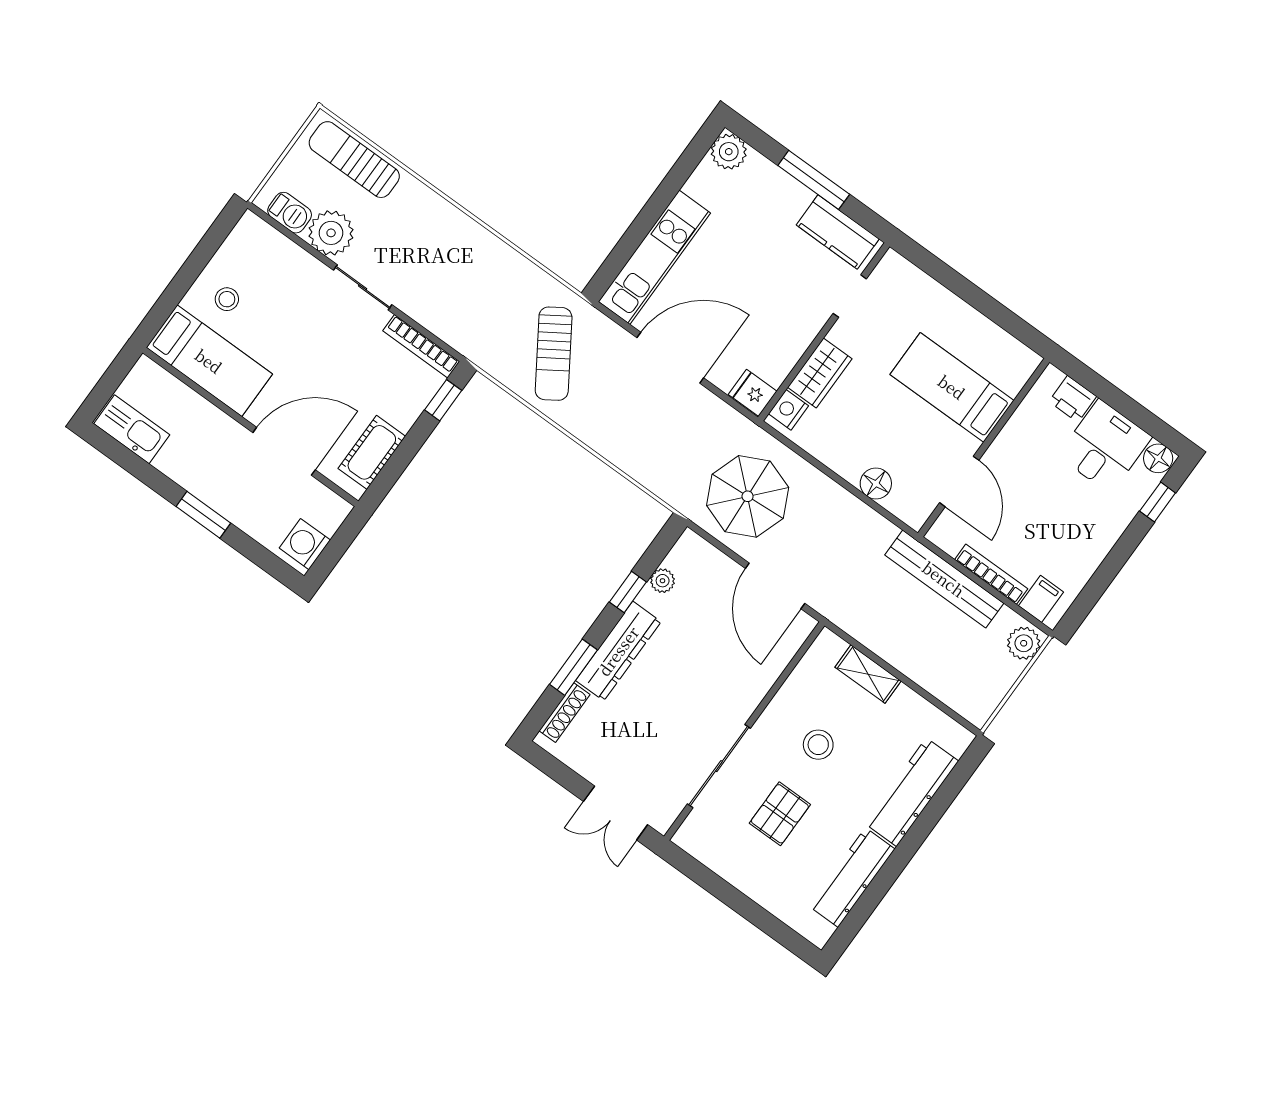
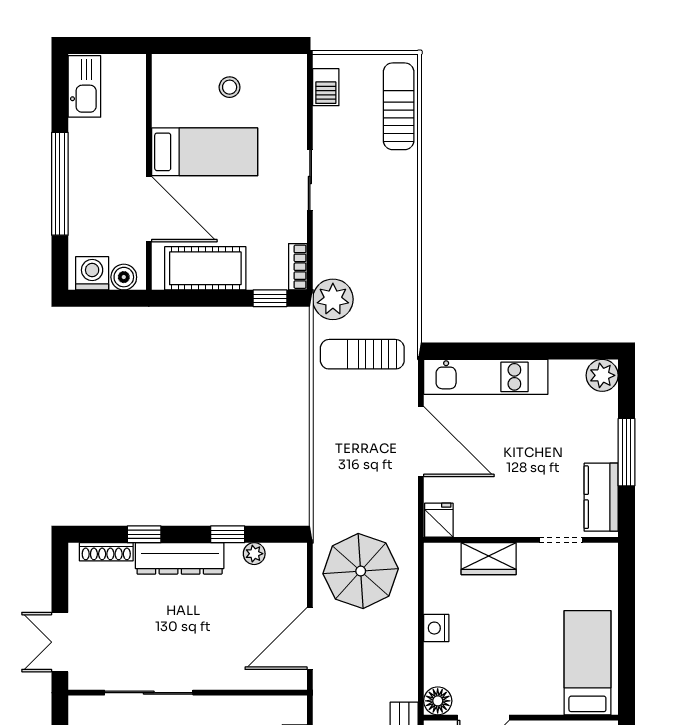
plant: (331, 233) -> (333, 299), moved
bookcase: (421, 346) -> (298, 267), width x0.64
sun lounger: (554, 354) -> (362, 354), turned 33
bed: (209, 361) -> (205, 152), moved, turned -90
bed: (952, 387) -> (587, 663), moved
nightstand: (788, 410) -> (436, 628), moved, turned -90
cot: (372, 452) -> (205, 268), width x1.37, depth x1.34
floor lamp: (876, 484) -> (438, 701), moved
window: (203, 515) -> (60, 184), width x2.11
boiler: (329, 518) -> (124, 277), added
window: (574, 667) -> (144, 534), width x0.67

